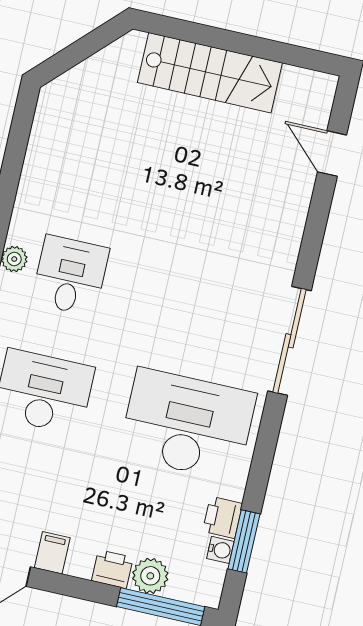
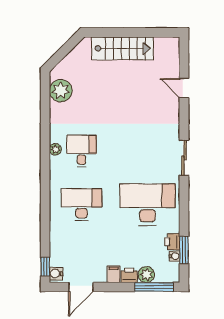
plant: (55, 134) -> (61, 91), added
door: (332, 154) -> (184, 88), moved
sliding door: (290, 341) -> (184, 158), width x0.73
filing cabinet: (52, 553) -> (114, 274), moved

